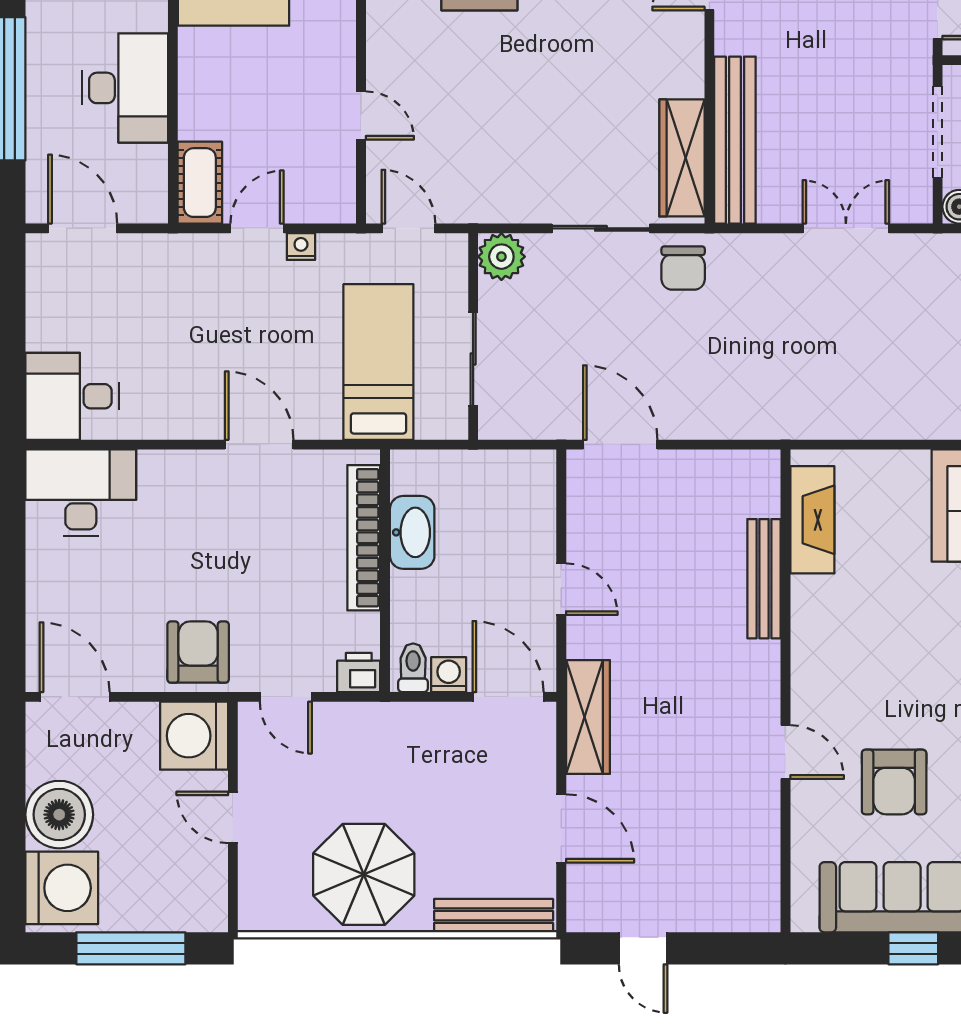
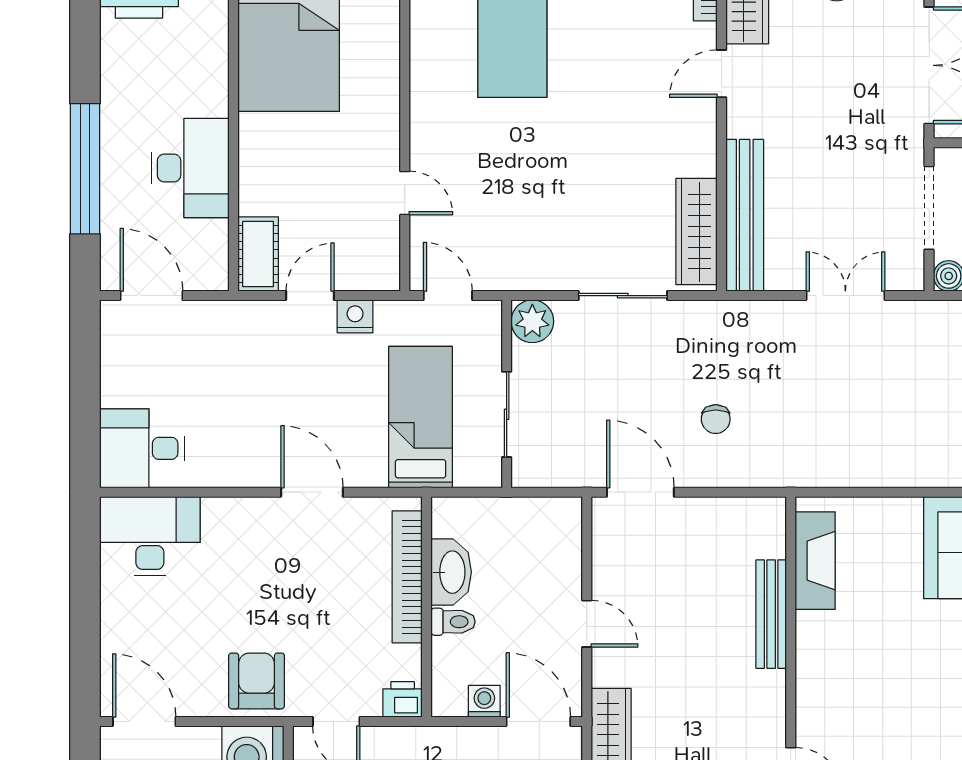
nightstand: (301, 247) -> (355, 316), width x1.39, depth x1.35
chair: (683, 268) -> (716, 419), moved, width x0.73, depth x0.73
toilet: (413, 668) -> (453, 622), moved, turned 90

